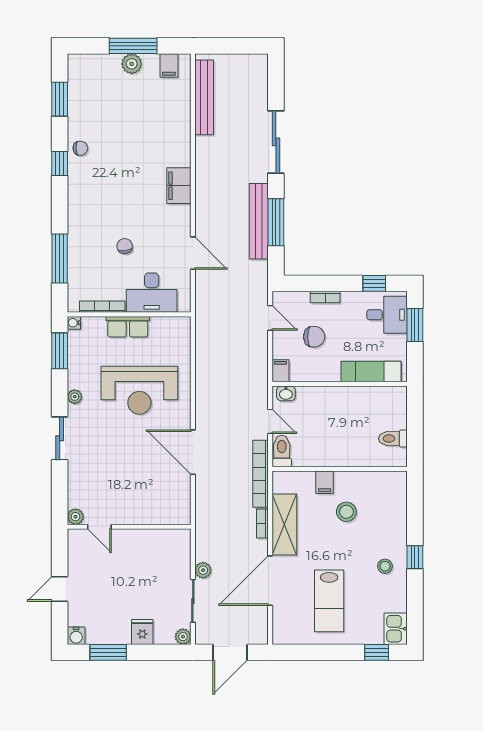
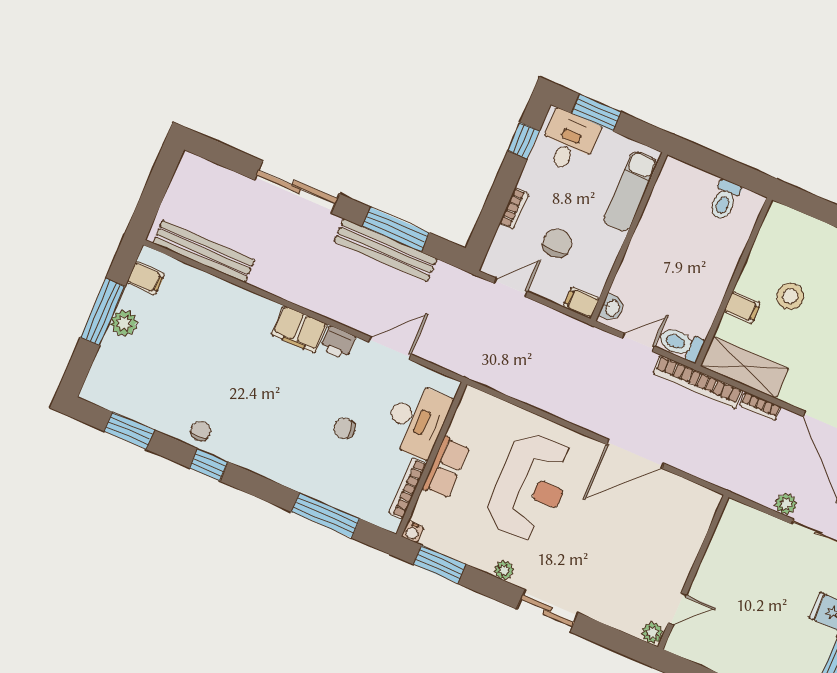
printer: (181, 216) -> (338, 343), added
shelving: (284, 525) -> (744, 367), moved

